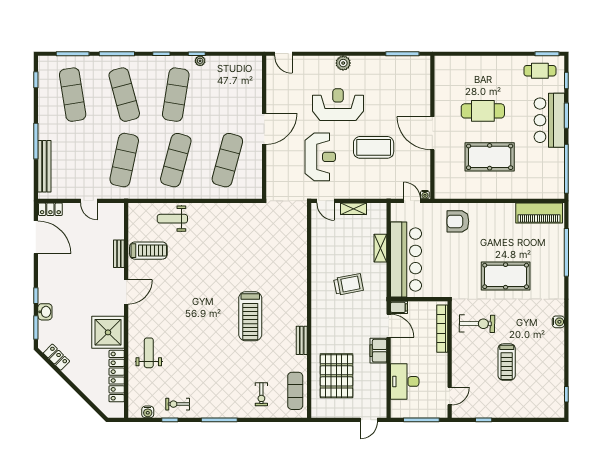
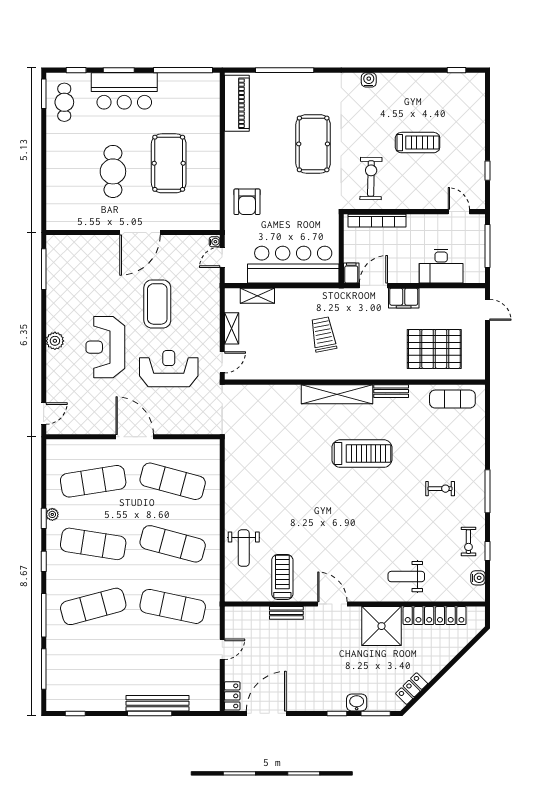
exercise mat: (73, 95) -> (93, 481), moved
bench: (44, 166) -> (158, 703), moved
shelving: (380, 248) -> (257, 296), moved
shelving: (299, 296) -> (337, 394), added
exercise bike: (261, 394) -> (440, 489), moved

